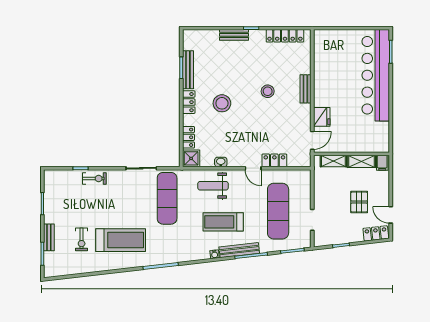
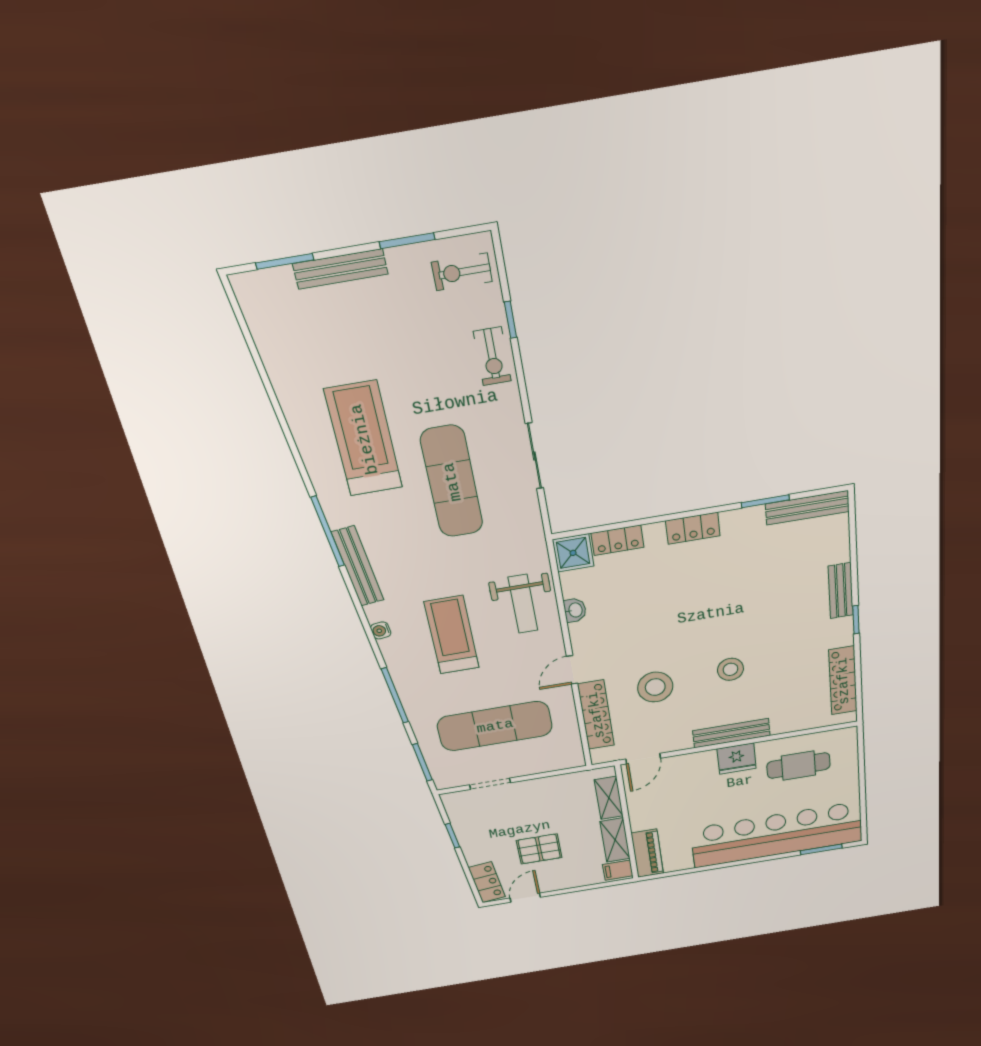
cafe table: (333, 61) -> (798, 766), added
bench: (188, 70) -> (807, 508), moved
bench: (305, 89) -> (731, 733), width x1.36
stool: (222, 103) -> (655, 687), moved
fridge: (322, 117) -> (737, 759), moved
door: (312, 140) -> (643, 759), hinge flipped
piano: (374, 146) -> (647, 853), added
locker: (274, 160) -> (596, 715), width x1.53
weight bench: (213, 186) -> (523, 604), turned 180
exercise mat: (167, 198) -> (452, 482), moved, turned 90
bench: (49, 237) -> (340, 269), width x1.36
exercise bike: (82, 239) -> (462, 272), moved
treadmill: (121, 240) -> (364, 439), turned 180
bench: (239, 250) -> (358, 566), moved

